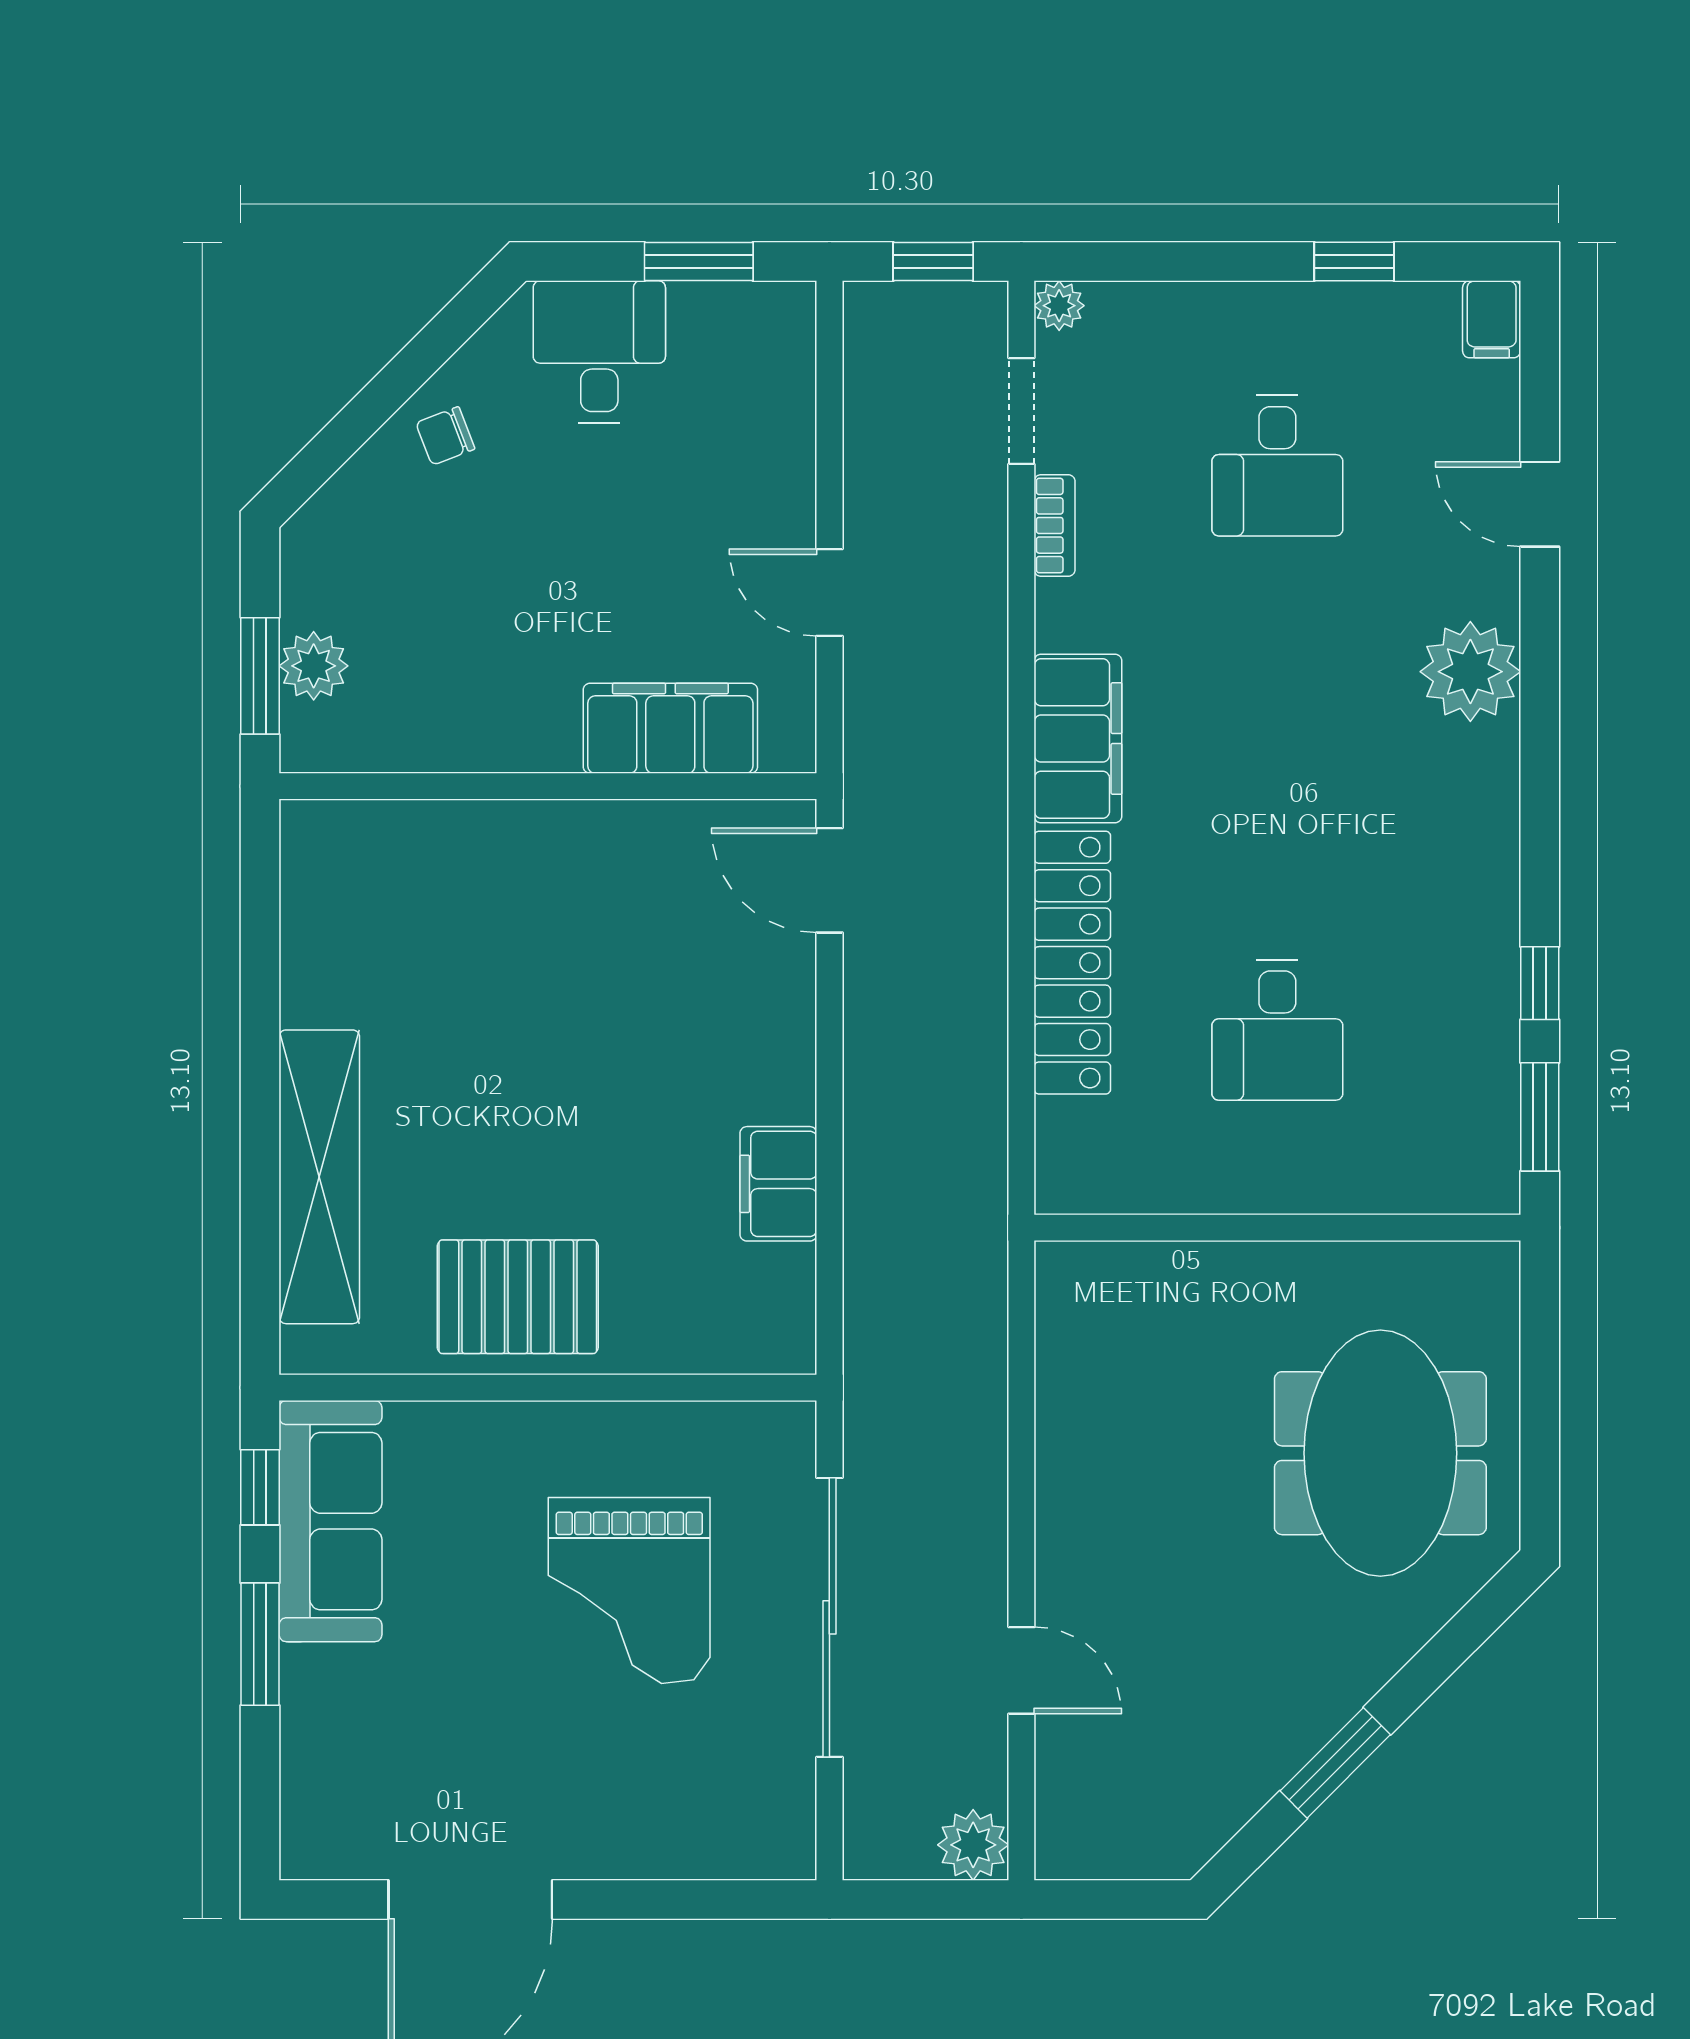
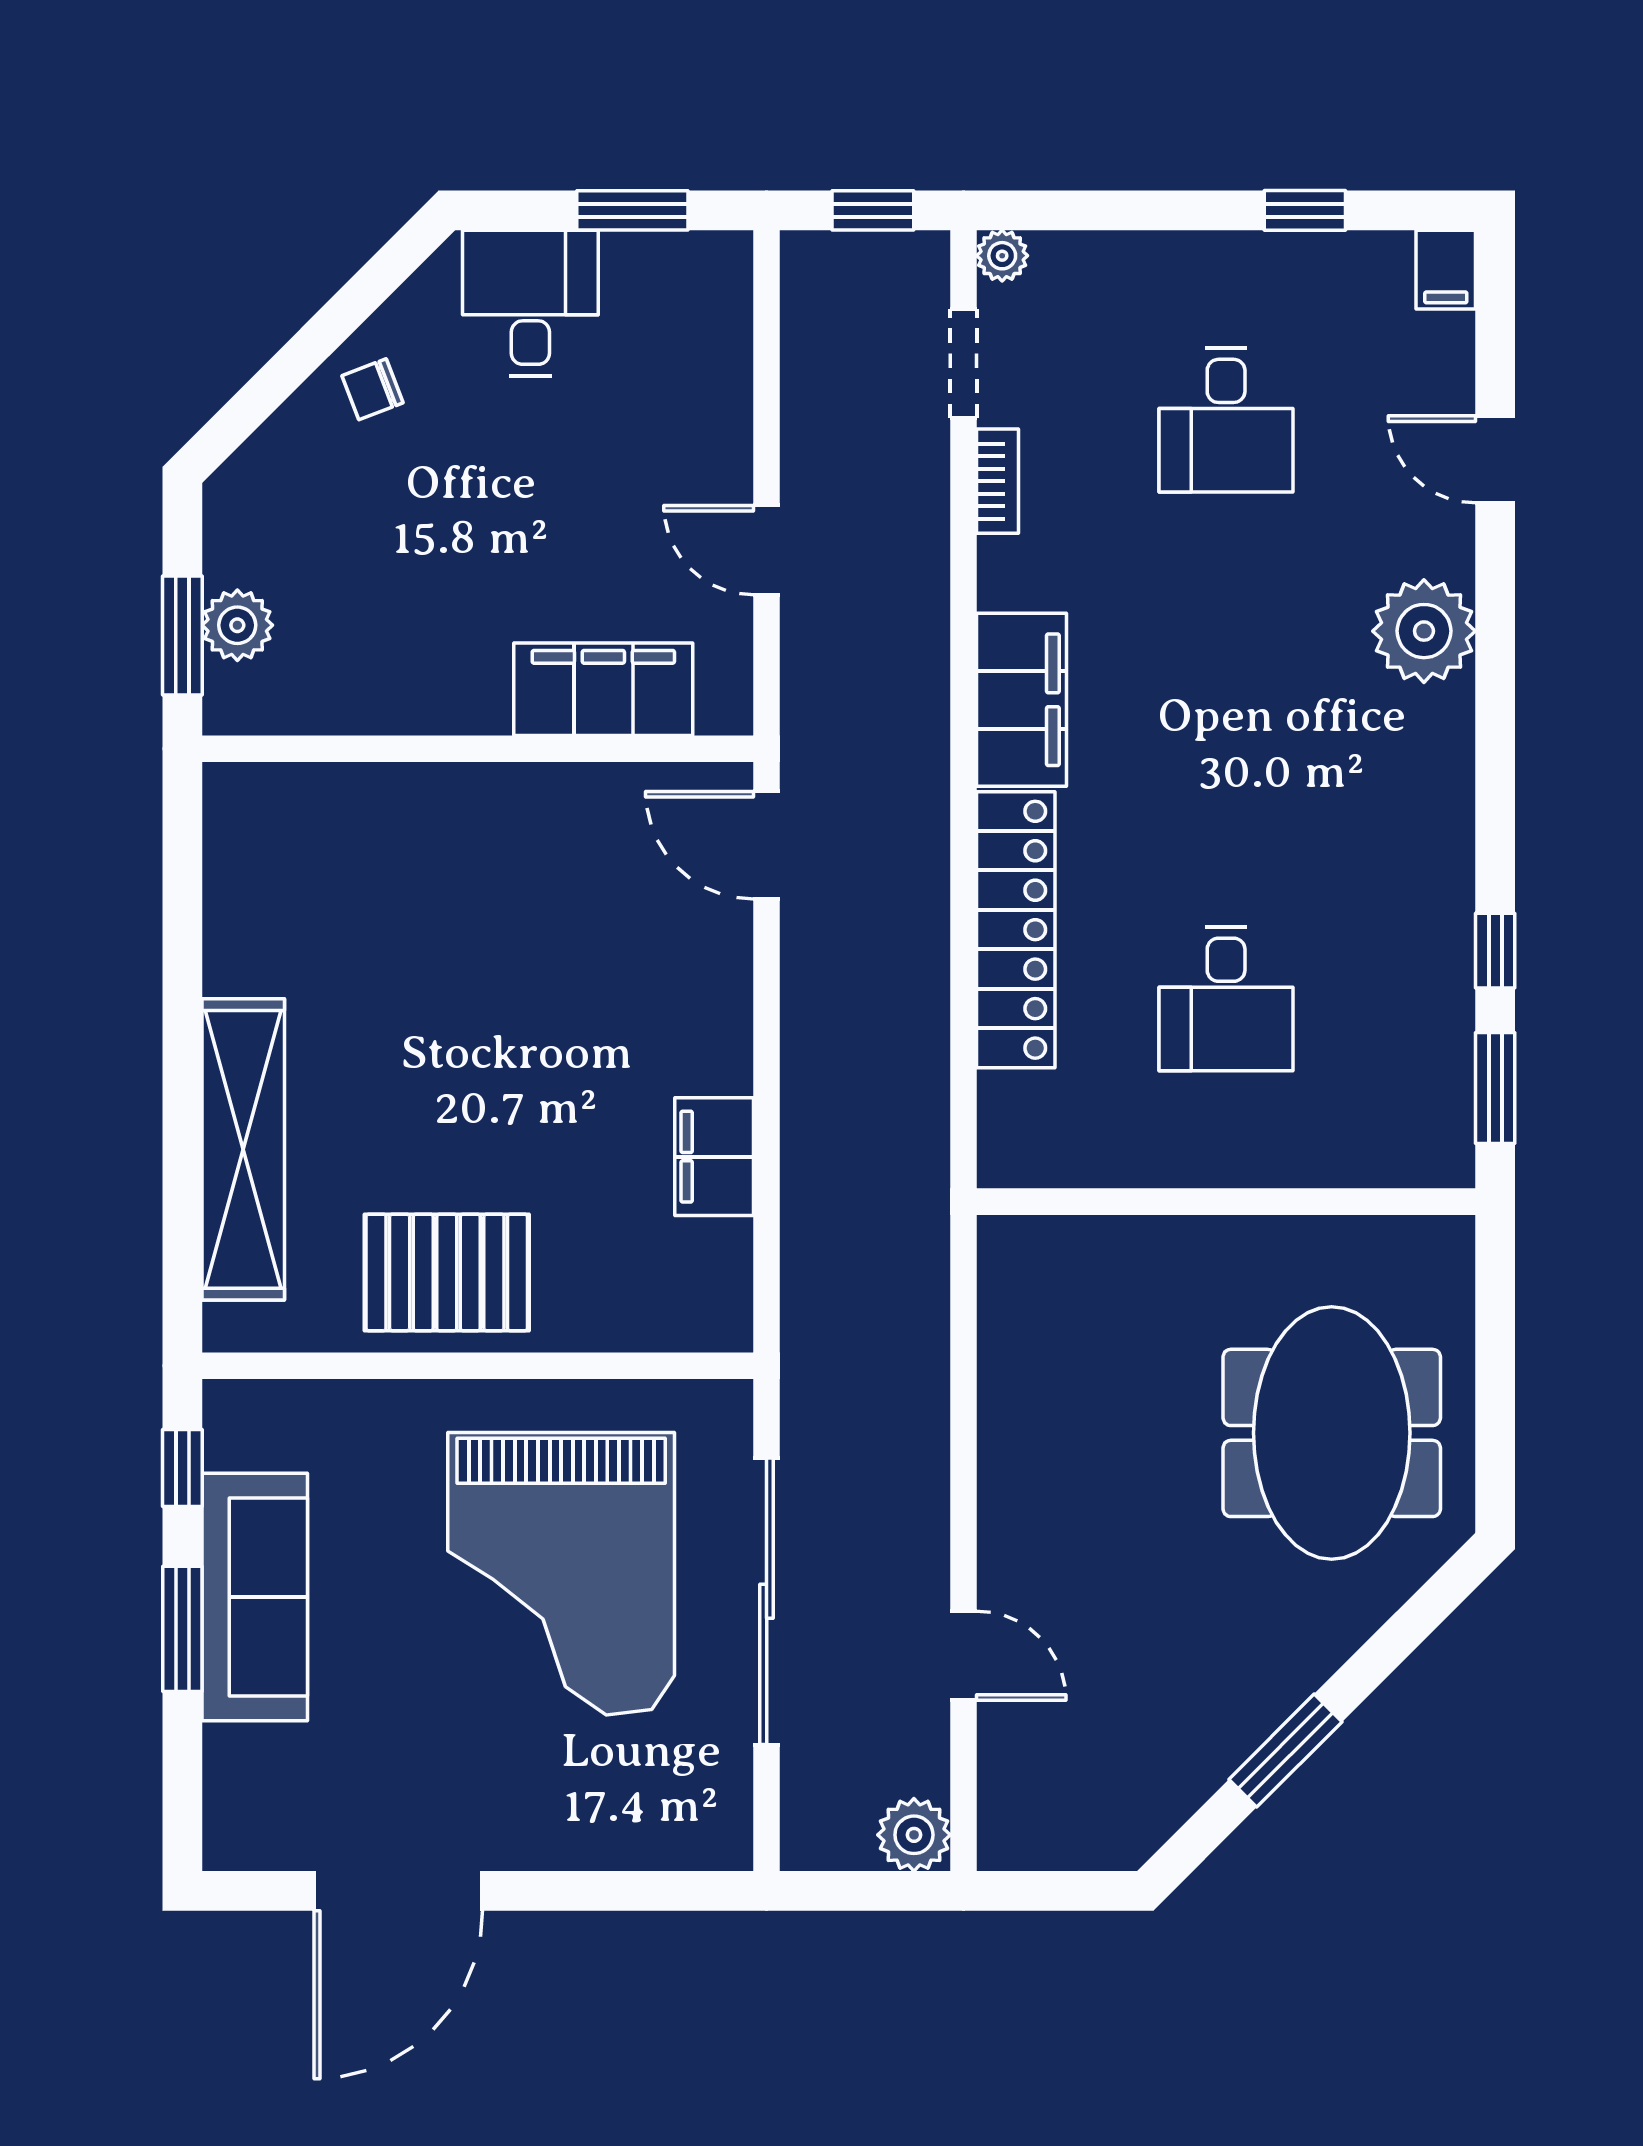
sofa: (330, 1521) -> (255, 1597), moved
grand piano: (629, 1590) -> (561, 1574), width x1.37, depth x1.48

